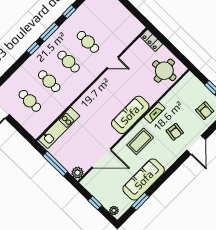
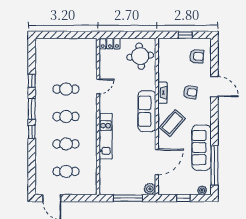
kitchen unit: (59, 128) -> (106, 136), moved
coffee table: (140, 141) -> (172, 123), turned 41
window: (140, 201) -> (214, 165), width x2.11

